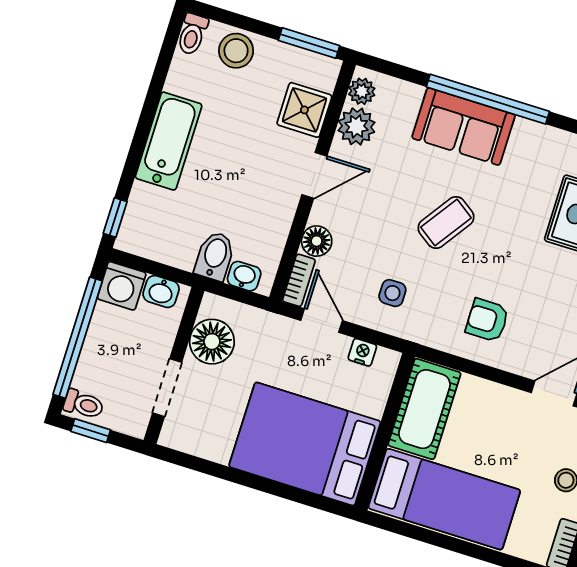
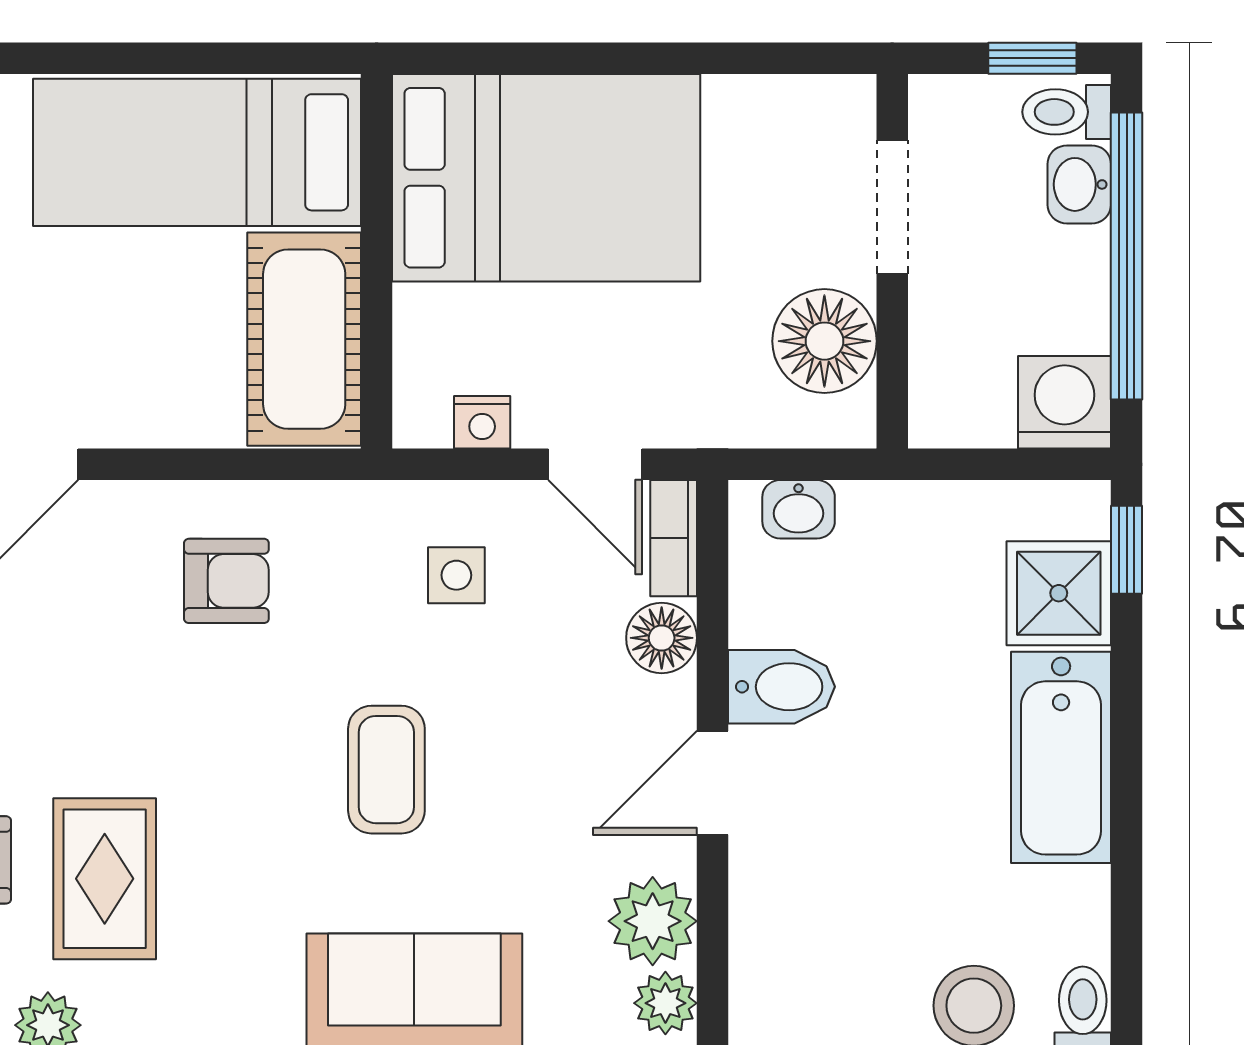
shower: (304, 110) -> (1059, 593), moved
coffee table: (446, 222) -> (386, 770), turned -35
bidet: (215, 256) -> (782, 687), moved, turned -90
washbasin: (161, 291) -> (1079, 184), moved, turned -90

